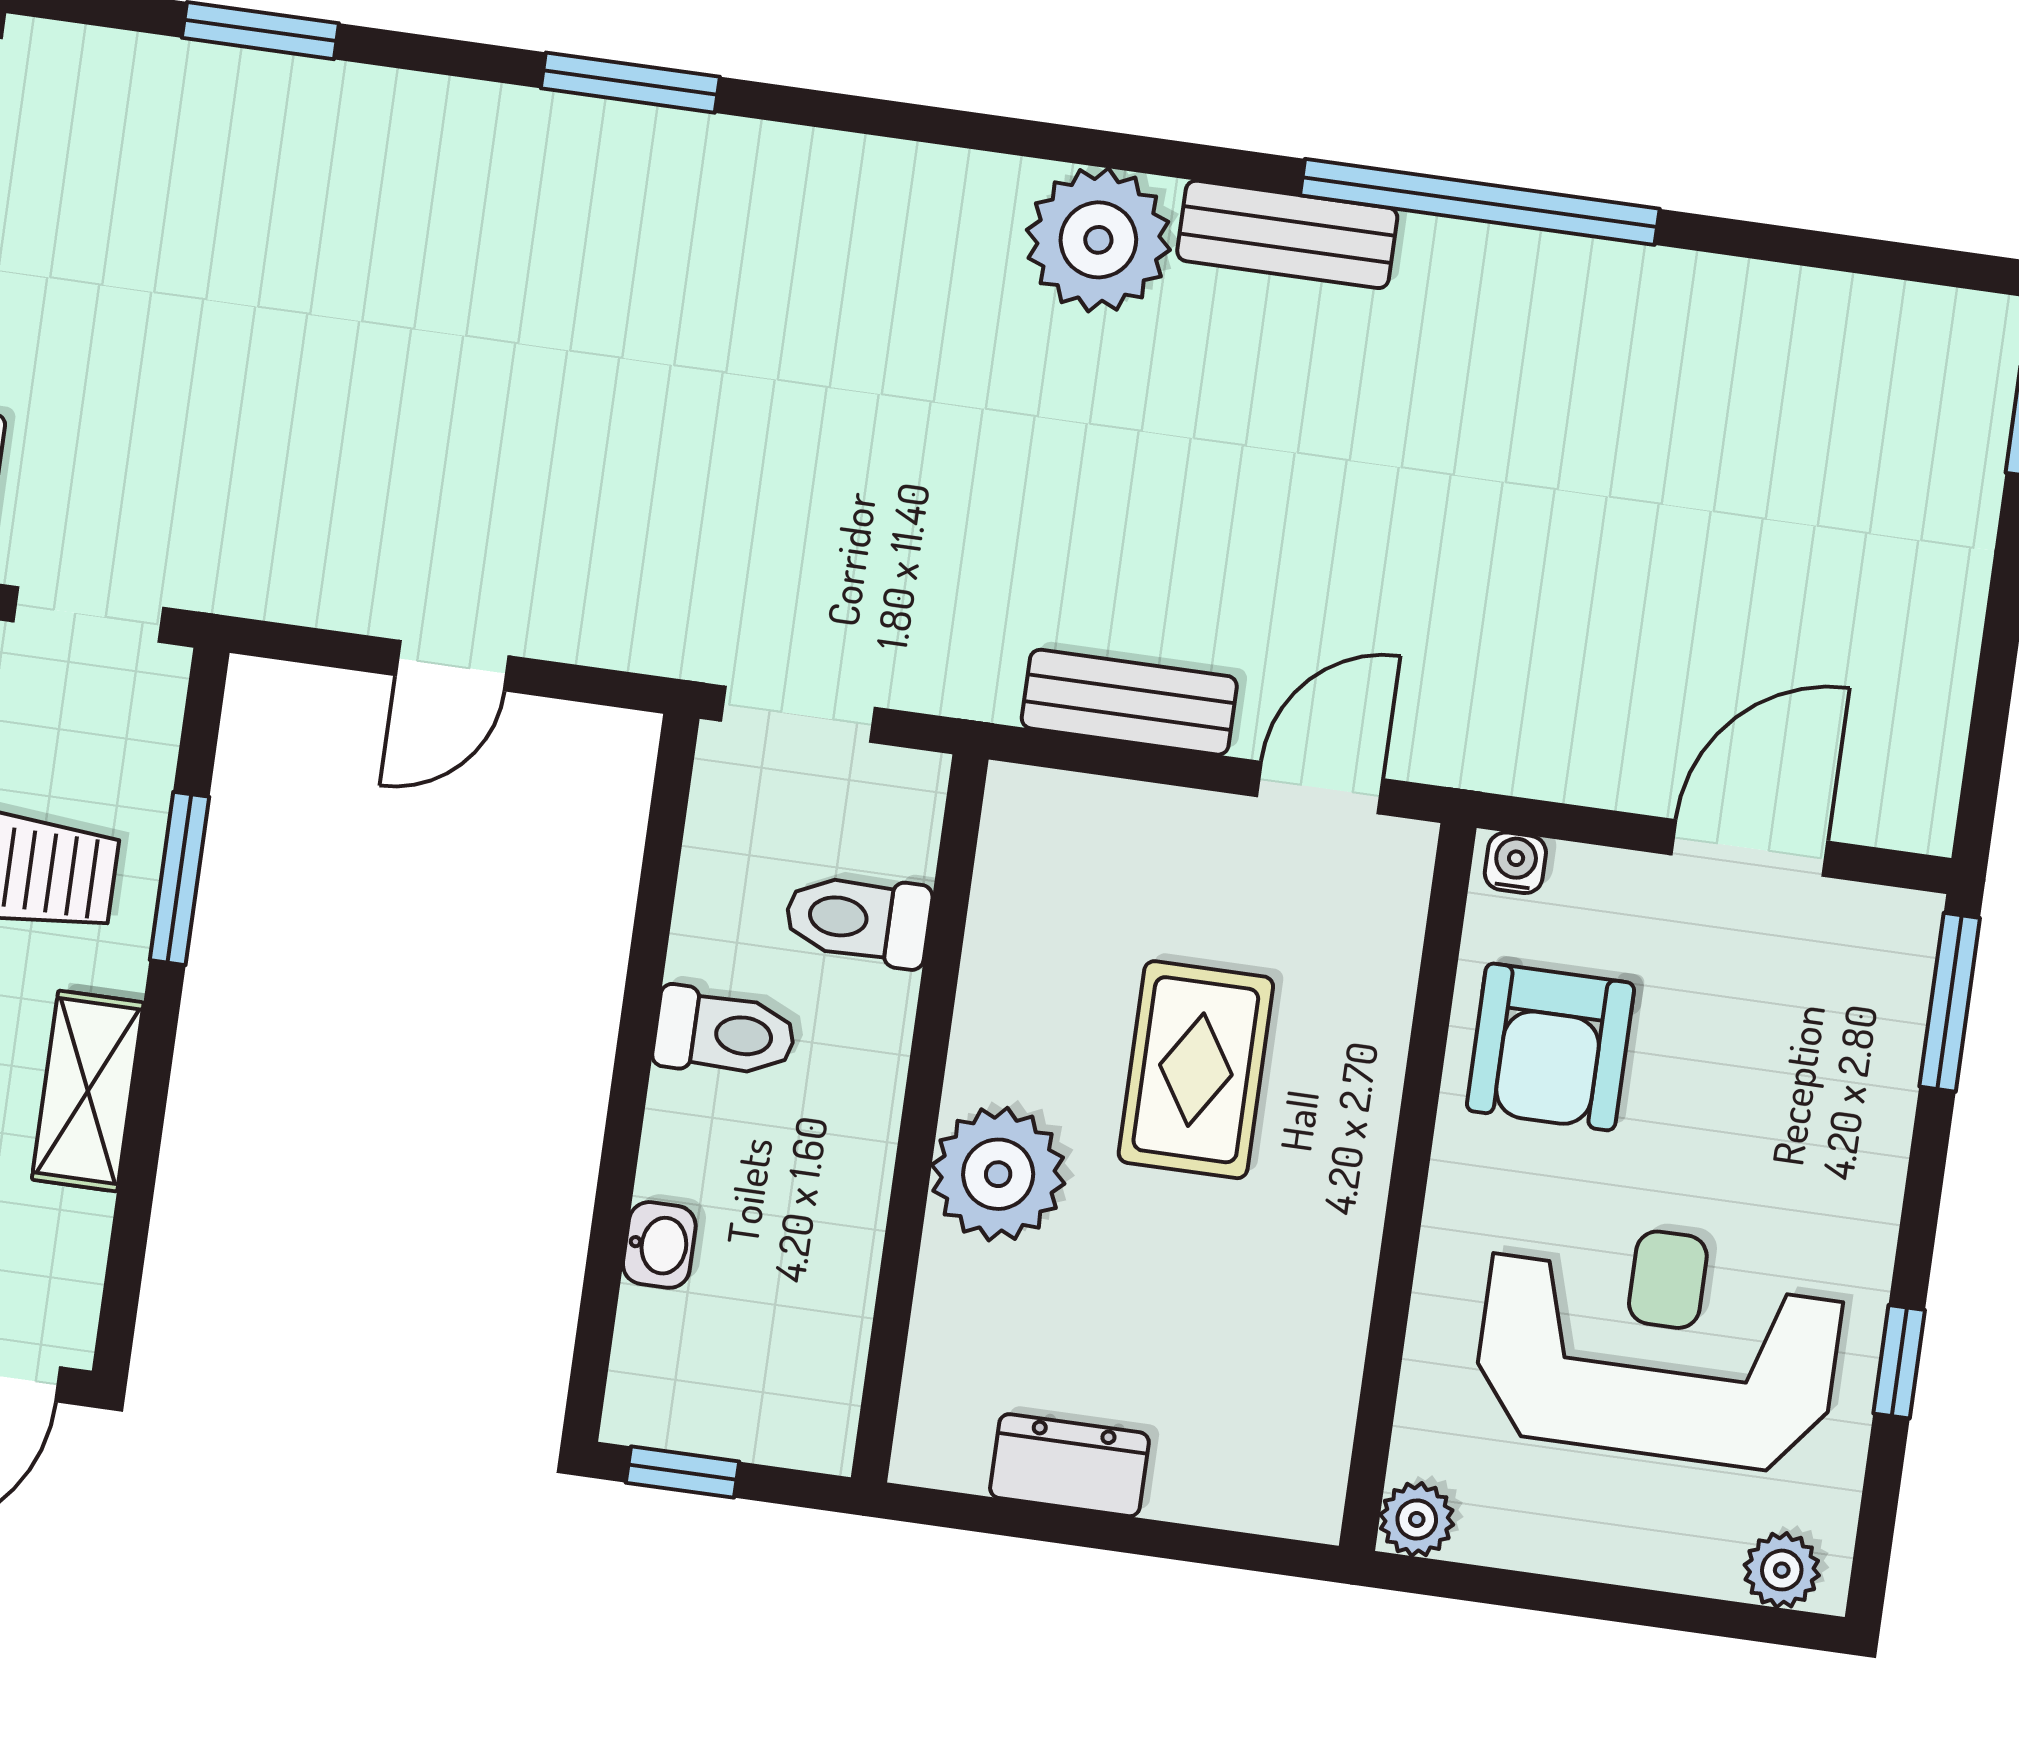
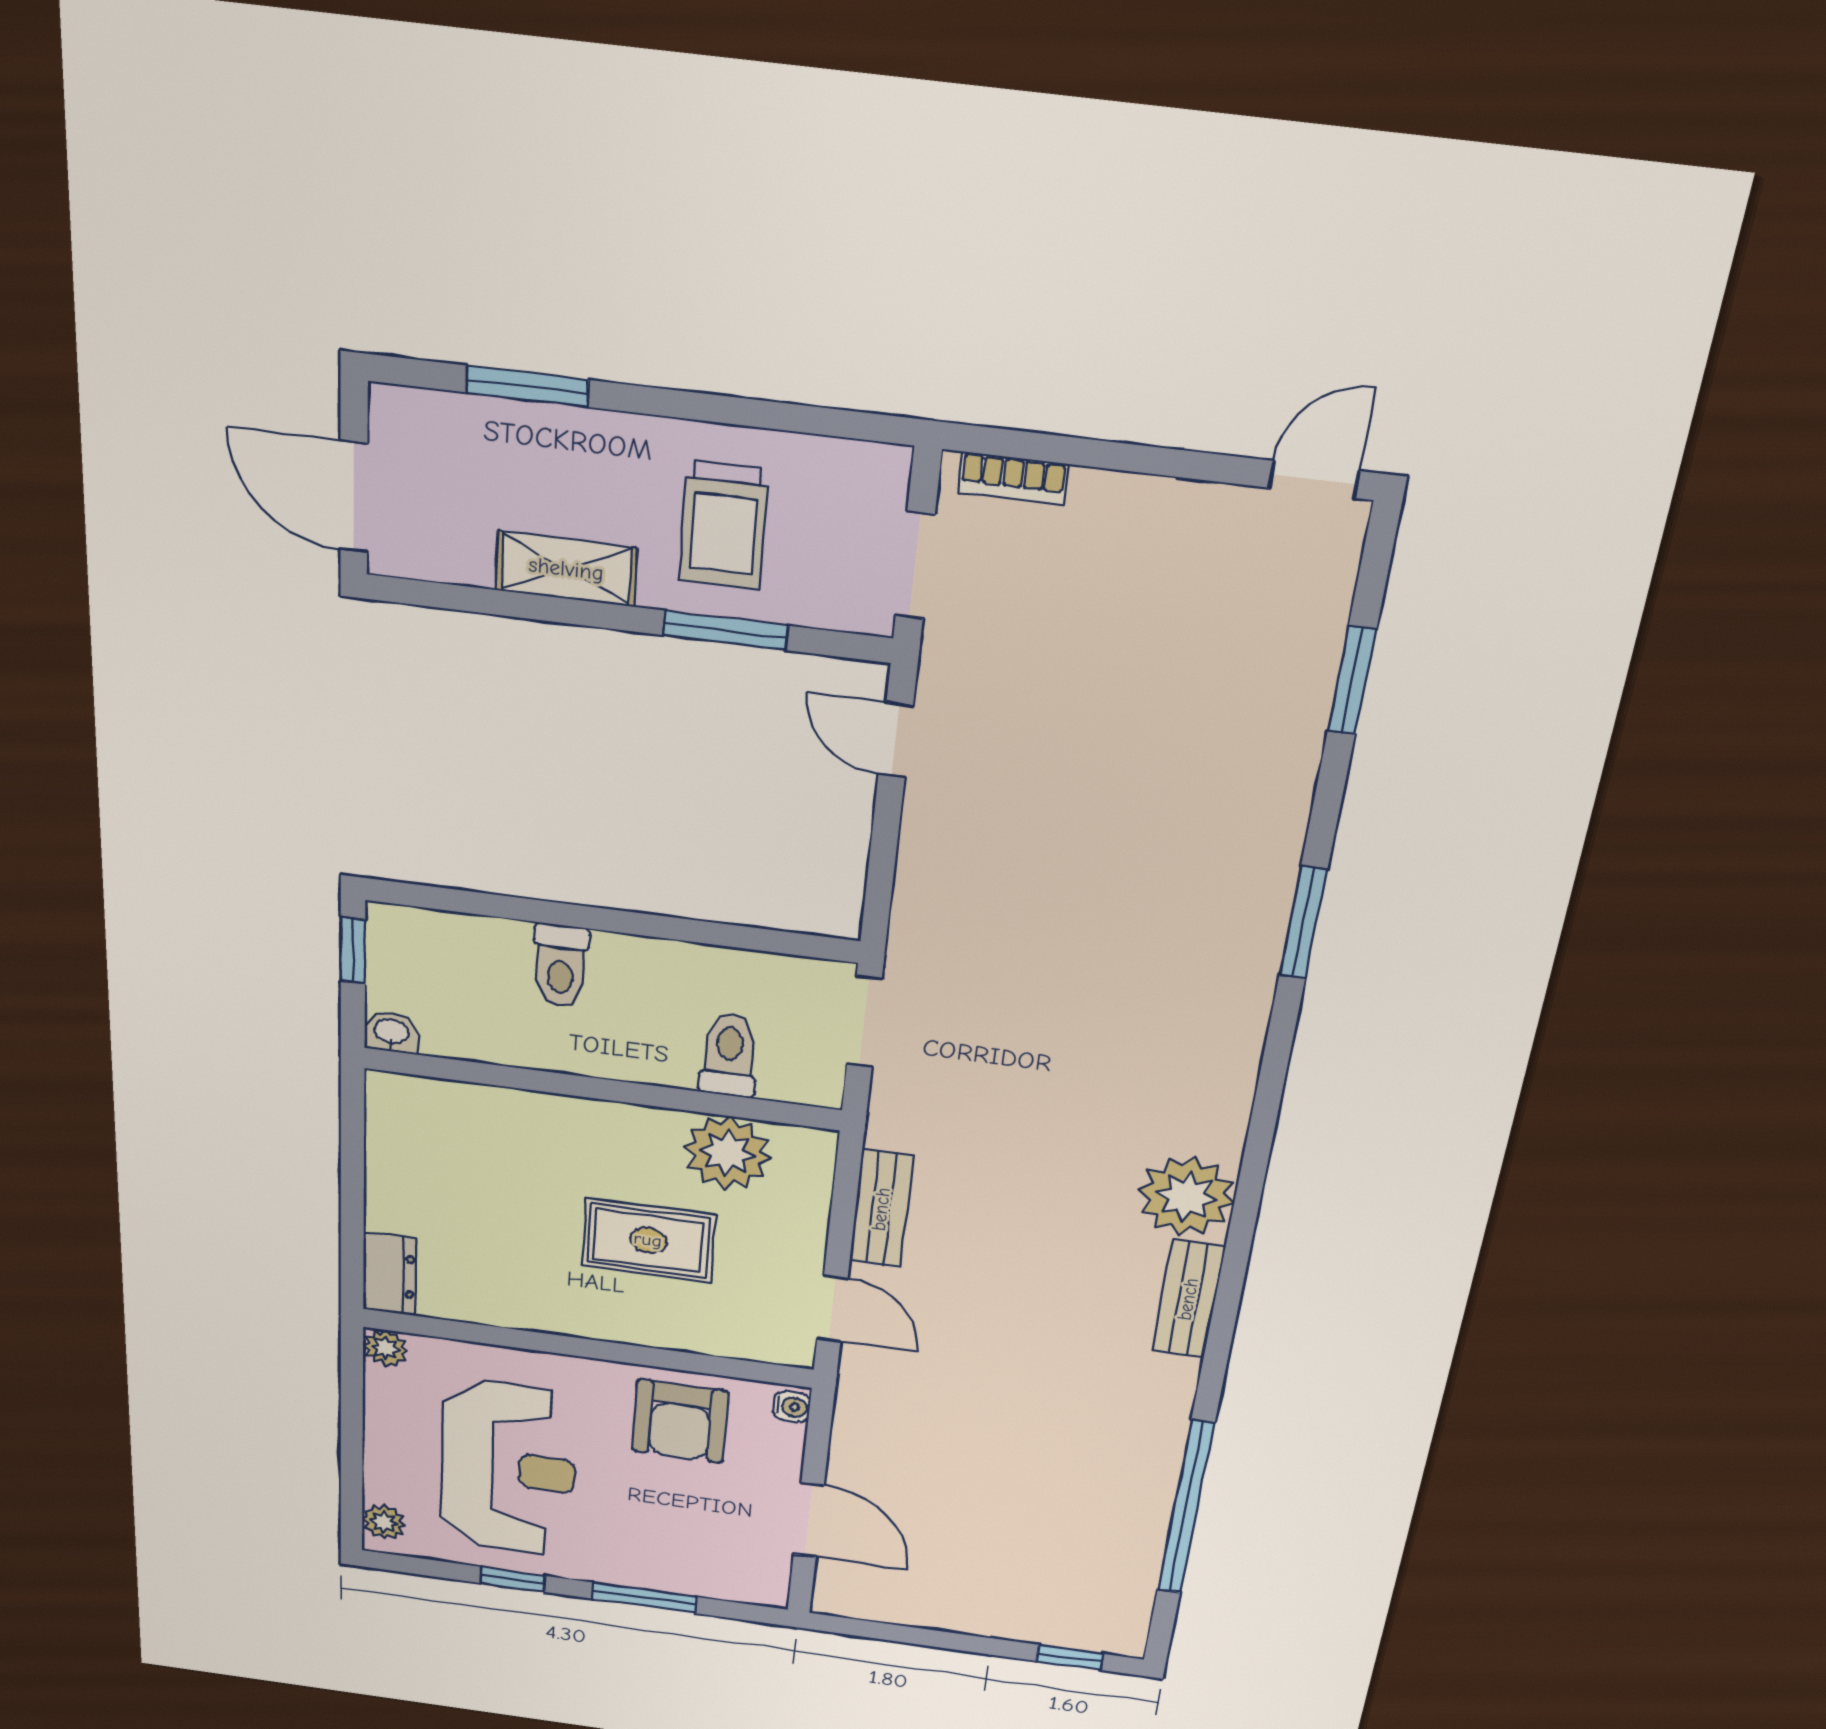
window: (1480, 202) -> (1186, 1508), moved
door: (452, 666) -> (896, 740), moved
window: (1950, 1002) -> (644, 1598), moved
toilet: (725, 1033) -> (561, 966), moved
armchair: (1550, 1047) -> (680, 1421), turned -90
plant: (998, 1174) -> (727, 1153), moved
washbasin: (659, 1245) -> (391, 1032), moved, turned 180
dresser: (1069, 1465) -> (390, 1274), moved

